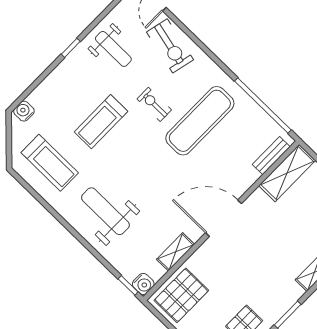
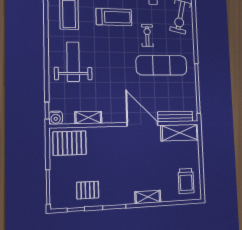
treadmill: (101, 122) -> (114, 17), turned 180
bench: (271, 156) -> (175, 117), width x1.36
door: (224, 218) -> (142, 124), moved

